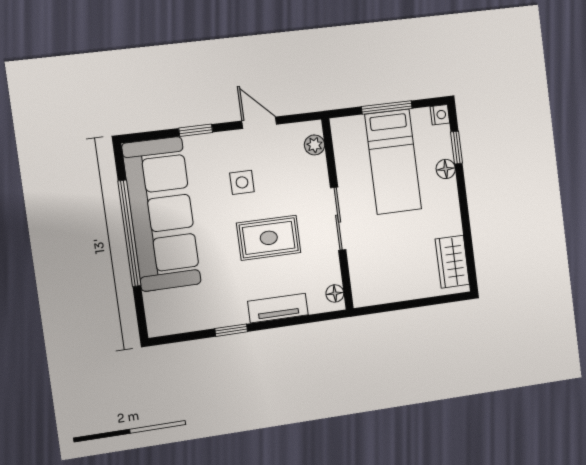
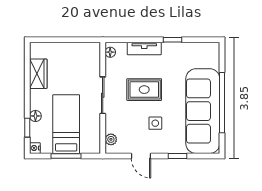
wardrobe: (452, 262) -> (38, 74), moved

